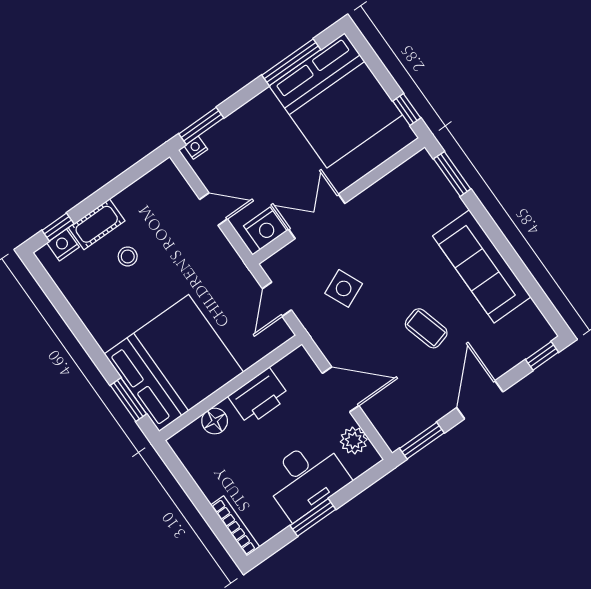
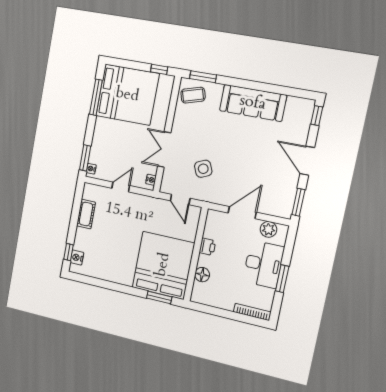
cot: (97, 224) -> (86, 214), moved
nightstand: (265, 228) -> (151, 180), width x0.53, depth x0.56
stool: (128, 256) -> (105, 238), removed
coffee table: (426, 328) -> (193, 95), moved
printer: (259, 397) -> (207, 247), width x0.53, depth x0.68

